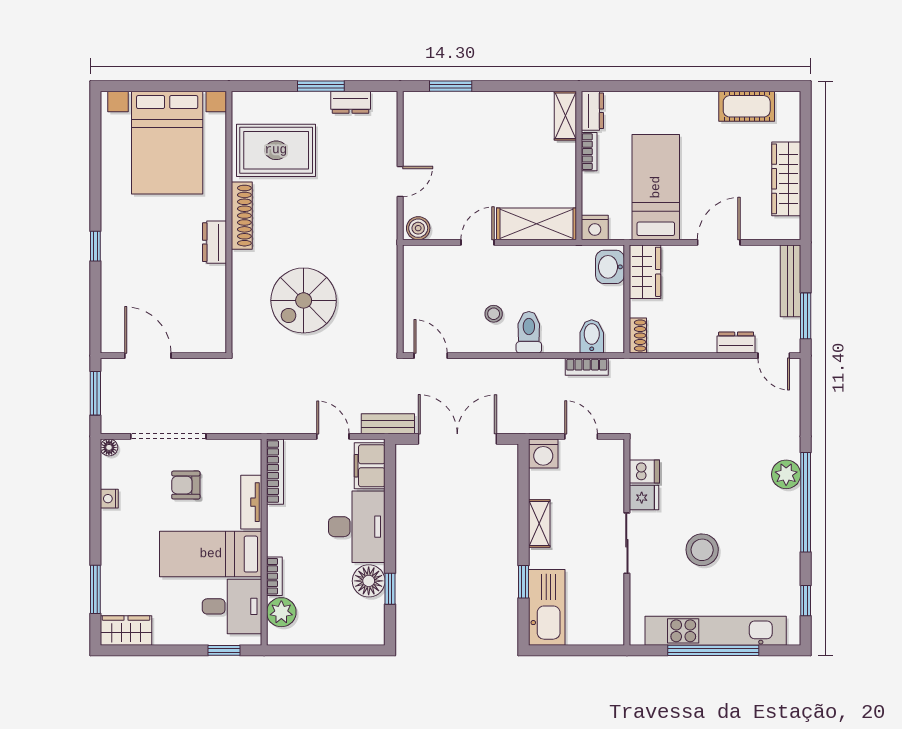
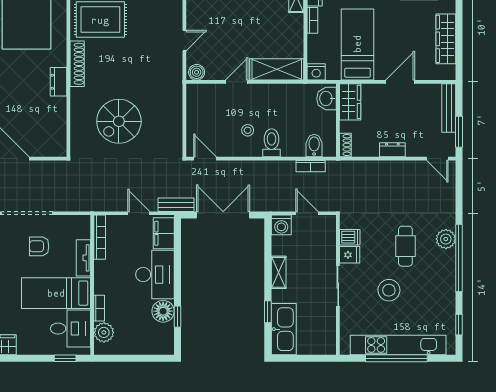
dresser: (736, 343) -> (392, 150), moved
cafe table: (726, 485) -> (405, 246), added

